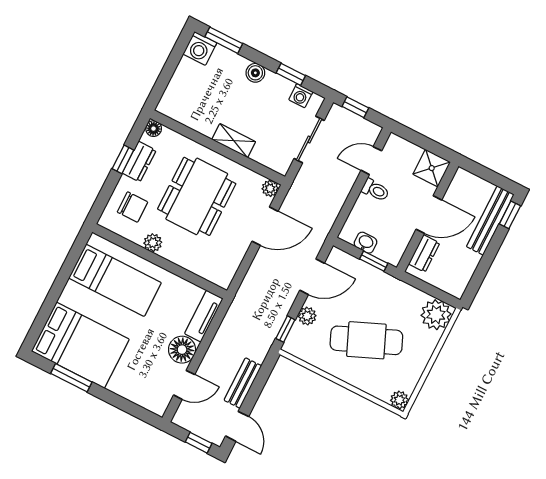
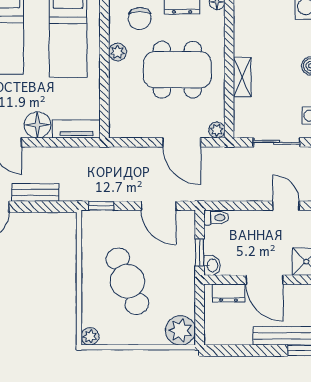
toilet: (375, 190) -> (216, 218), moved, turned -90
washbasin: (365, 243) -> (212, 265), moved
plant: (307, 316) -> (122, 219), removed

